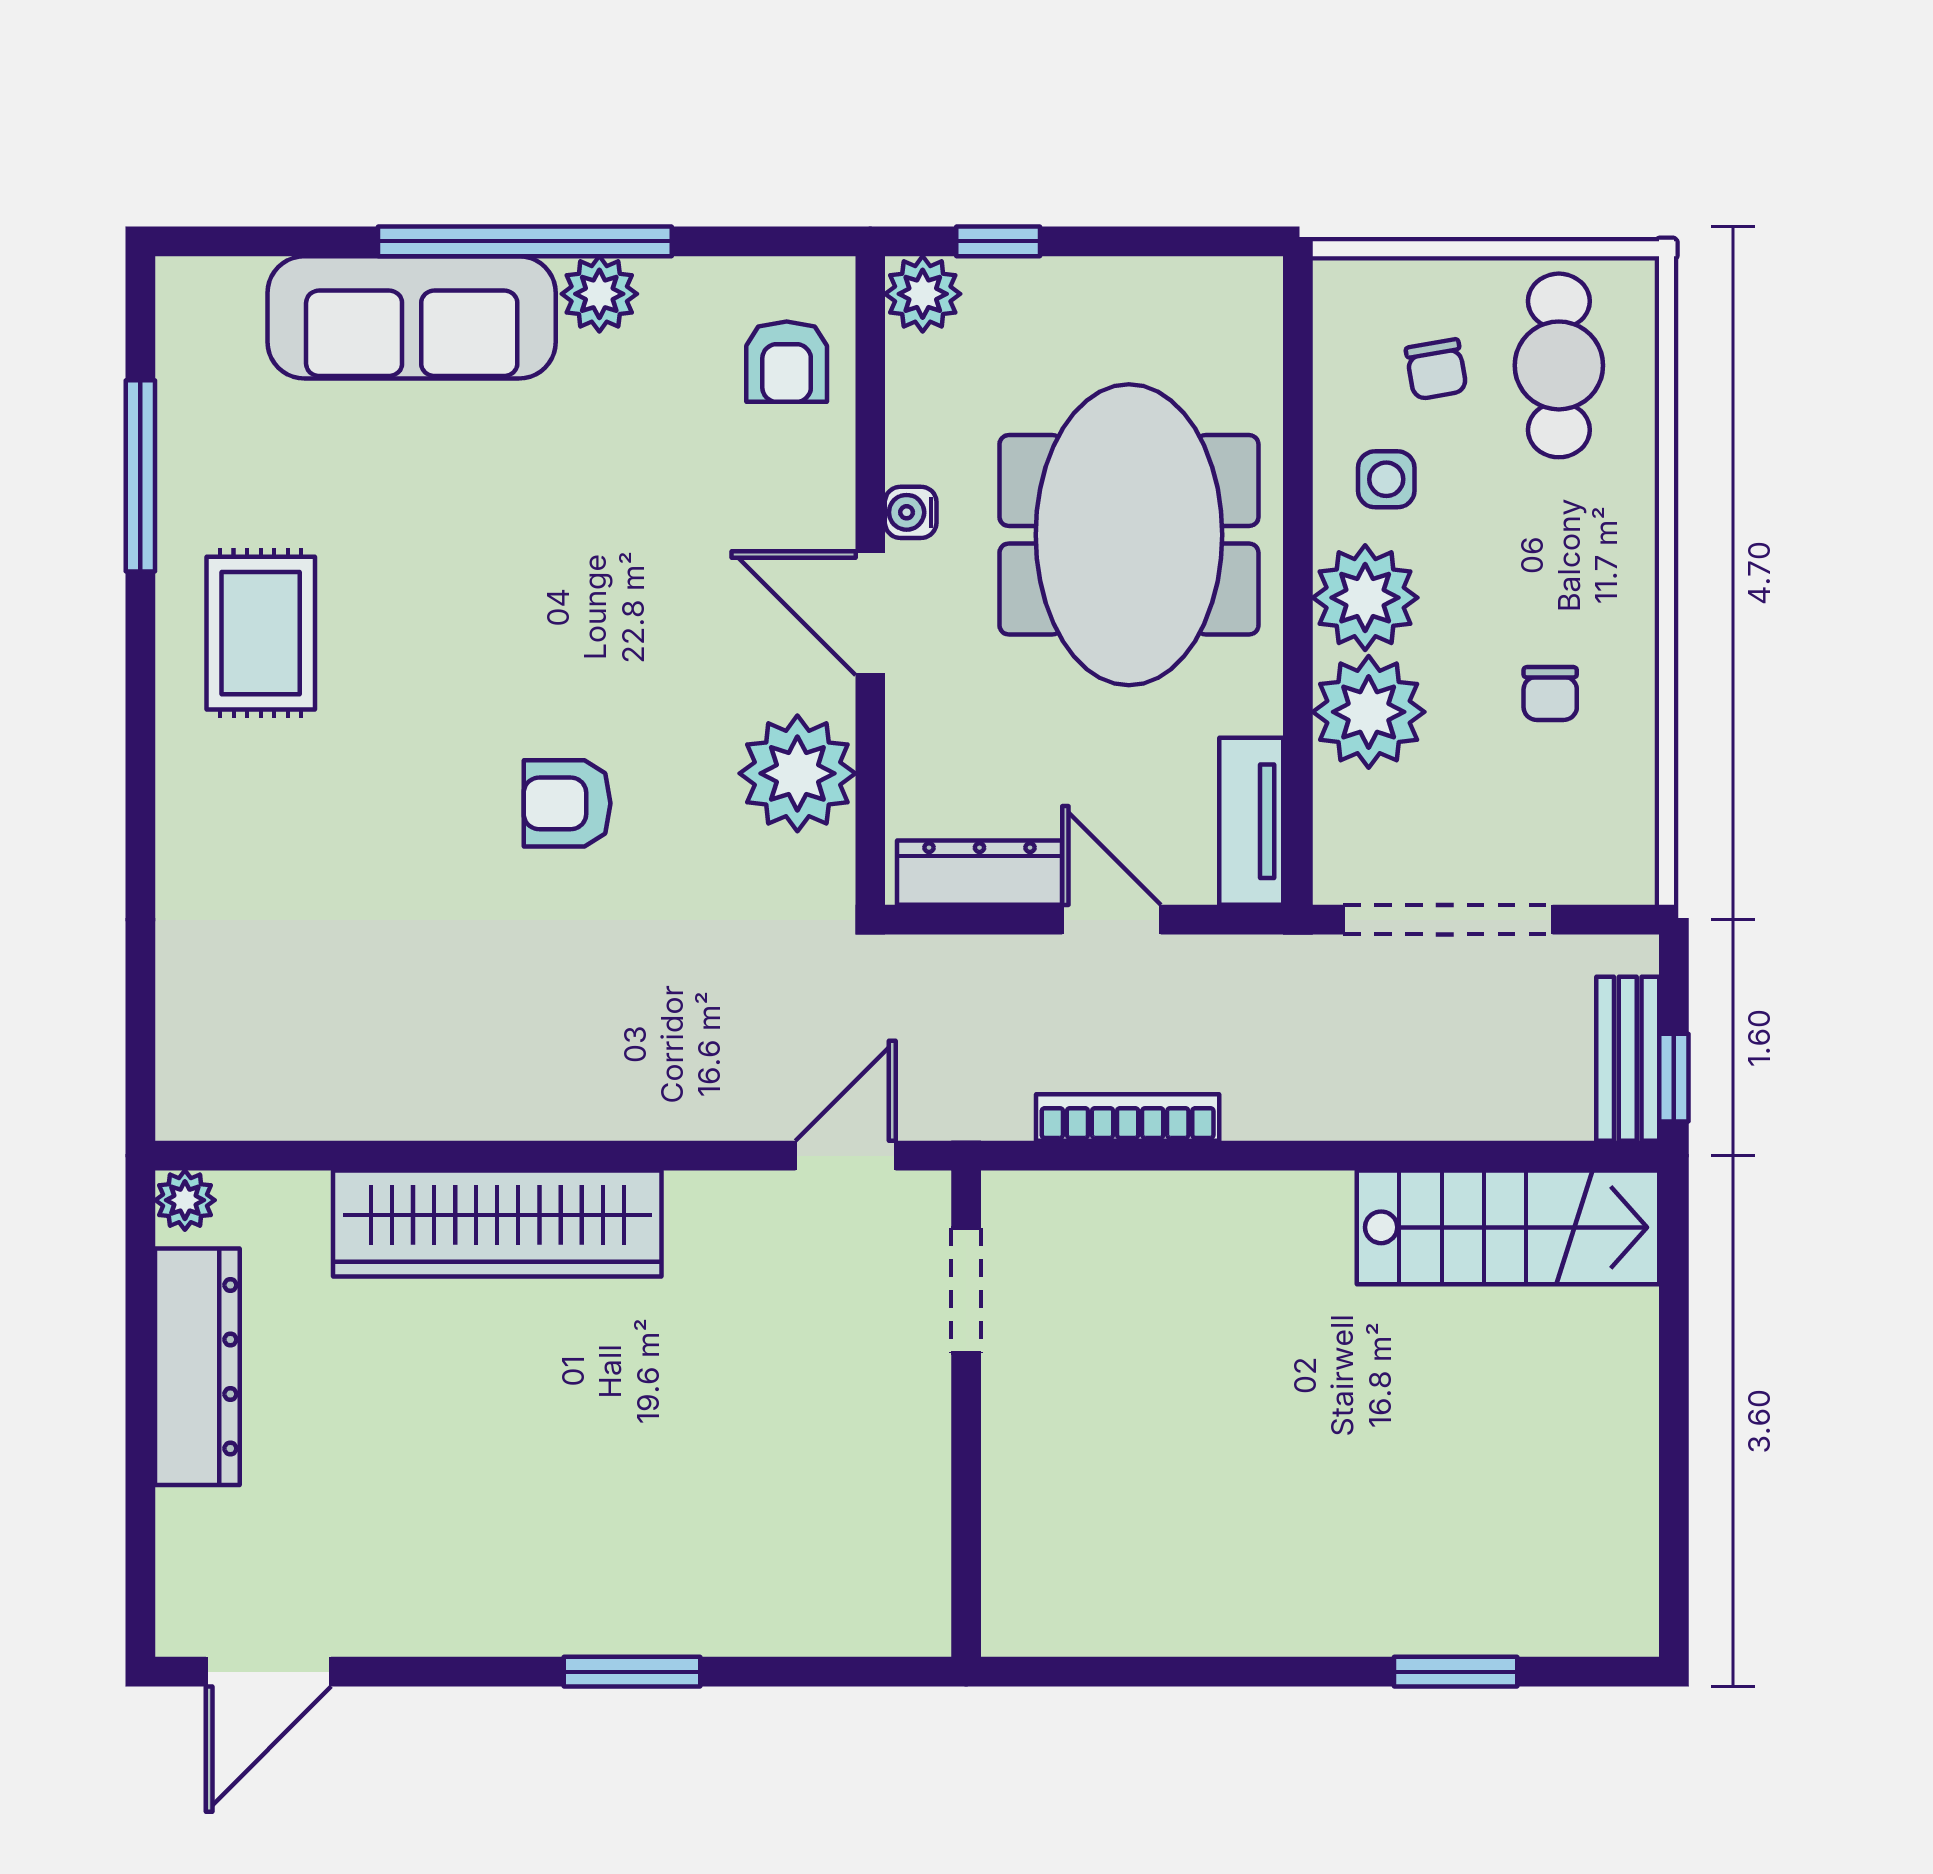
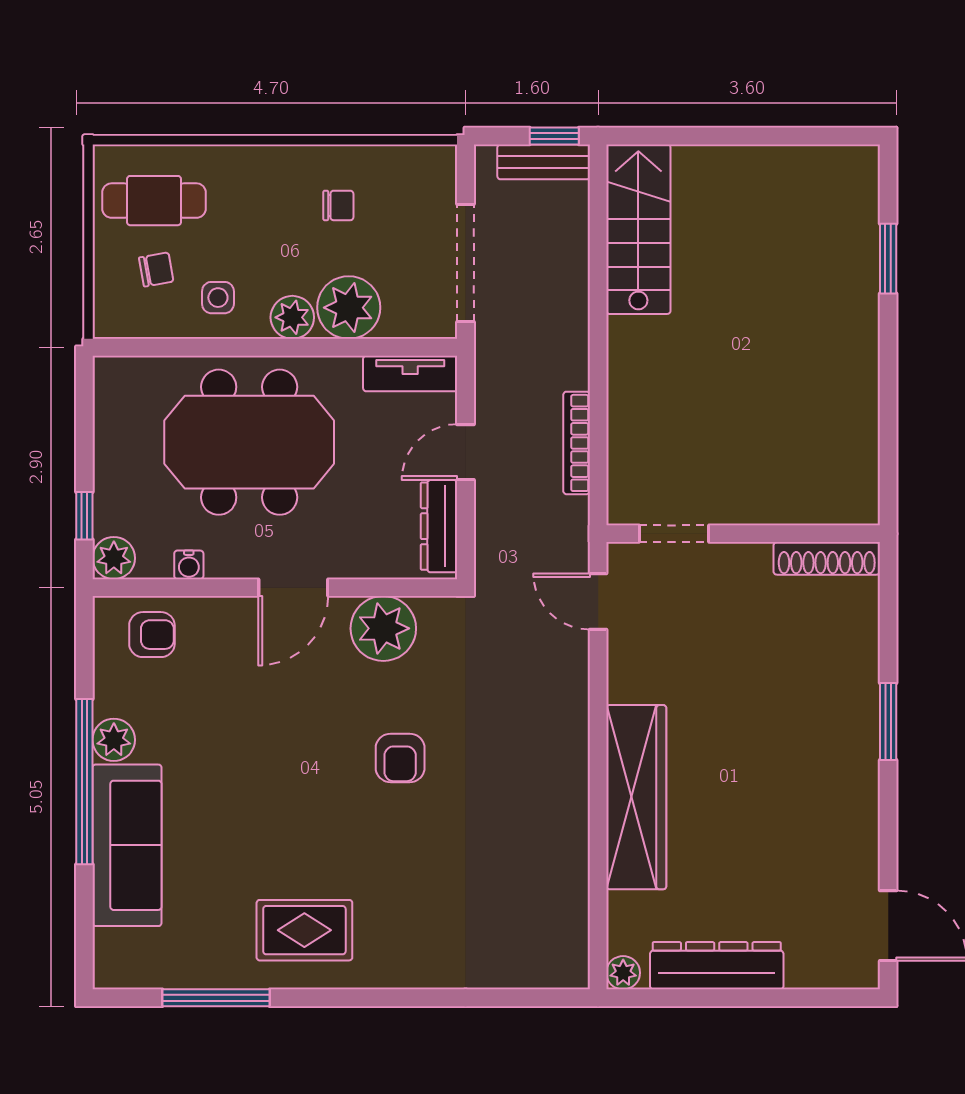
water cooler: (911, 512) -> (189, 565), moved
plant: (1365, 598) -> (292, 317), width x0.73, depth x0.73
shoe rack: (922, 1562) -> (827, 558), added

